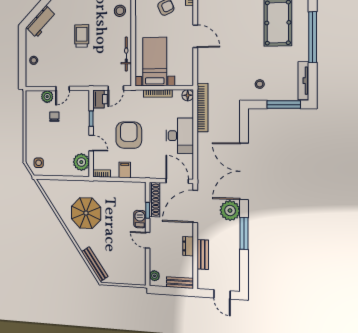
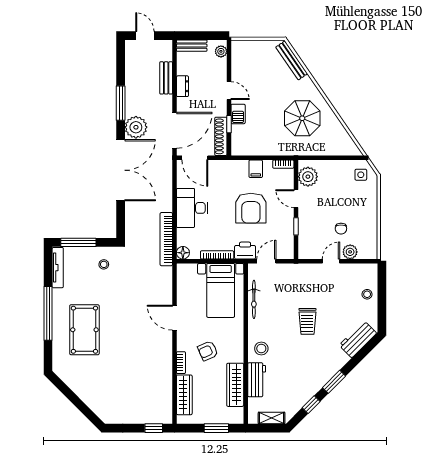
printer: (100, 99) -> (245, 251), moved, turned 90

